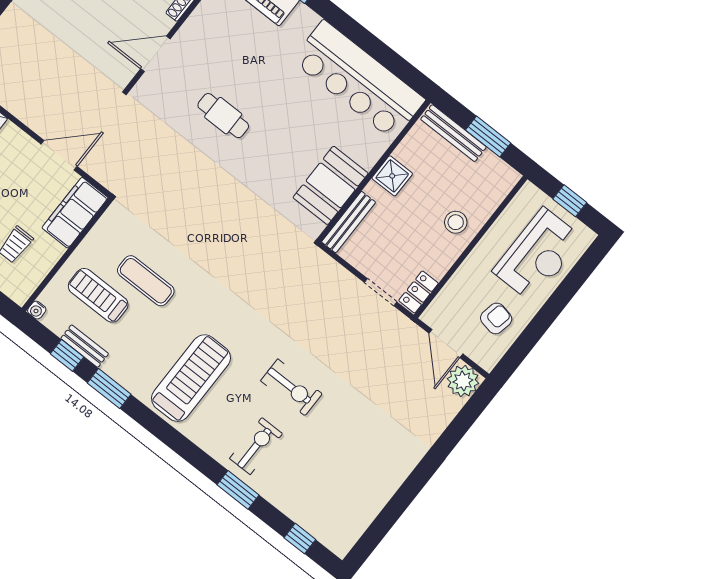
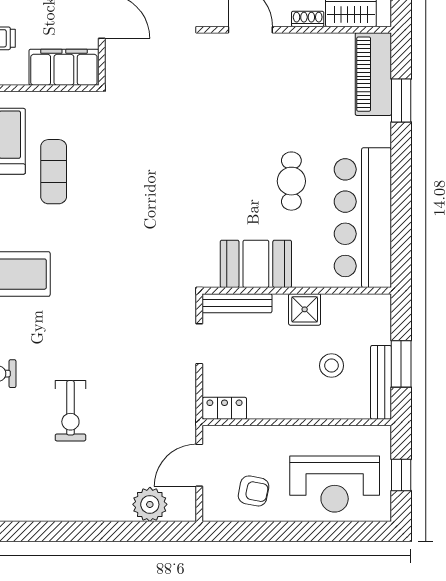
cafe table: (223, 116) -> (291, 181), moved
bench: (453, 133) -> (381, 382), moved
stool: (456, 222) -> (332, 366), moved
doorway: (381, 292) -> (199, 344), moved
plant: (463, 381) -> (150, 504), moved
exercise bike: (291, 387) -> (70, 411), moved

